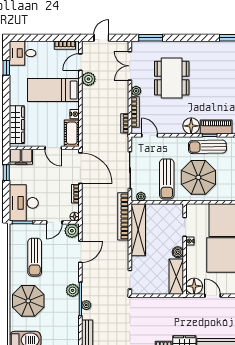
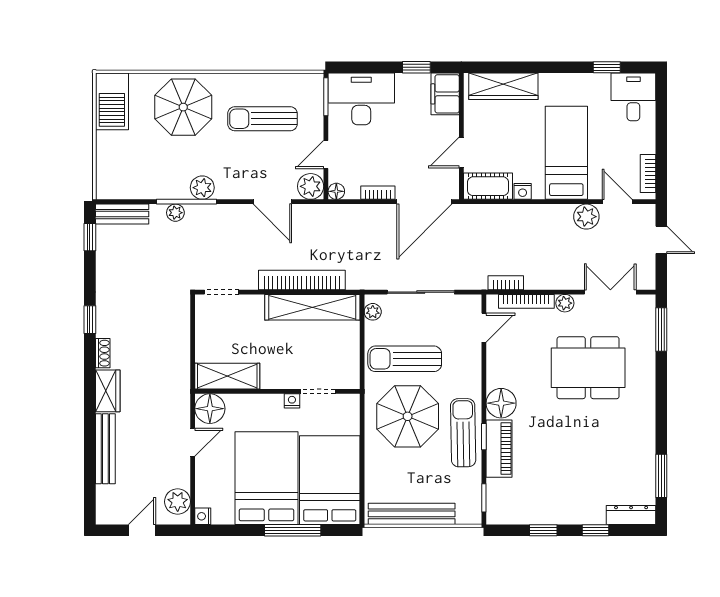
bookcase: (123, 216) -> (302, 280), moved
door: (54, 222) -> (326, 154), hinge flipped
boiler: (178, 252) -> (272, 379), removed

